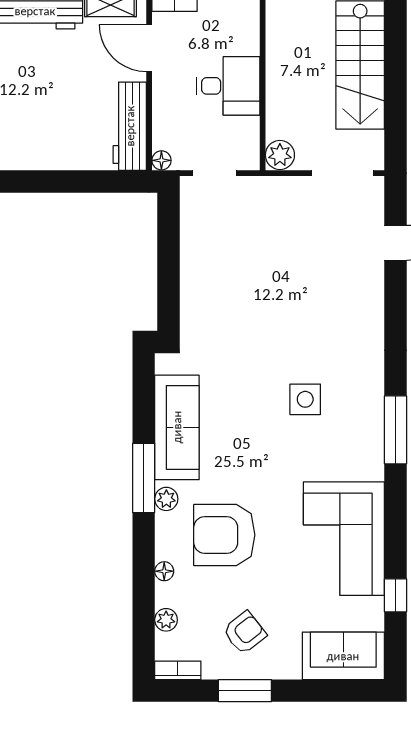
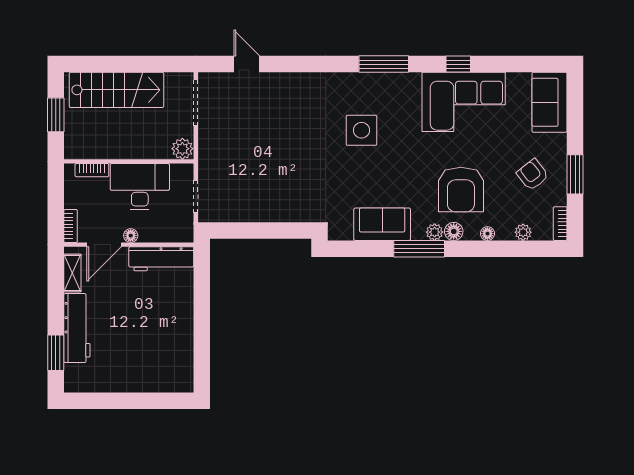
bookcase: (251, 32) -> (92, 170), added
desk: (228, 86) -> (140, 187), width x1.37
floor lamp: (161, 160) -> (131, 236), moved
side table: (305, 399) -> (361, 130), width x1.37, depth x1.37
sofa: (177, 427) -> (382, 224), width x0.73
floor lamp: (167, 525) -> (454, 231), added
window: (395, 595) -> (458, 64), moved

